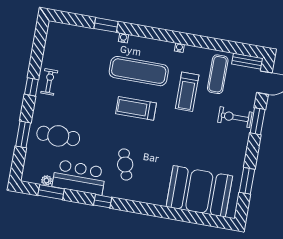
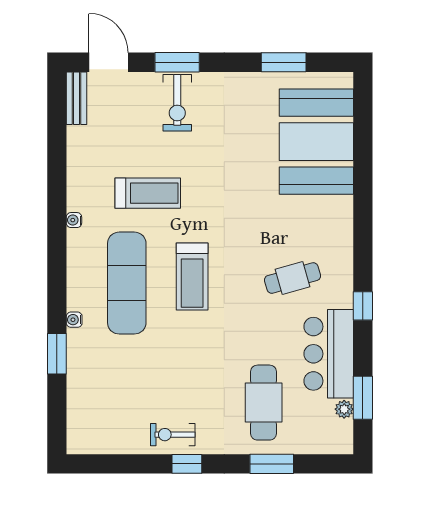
exercise mat: (218, 74) -> (108, 146), removed

